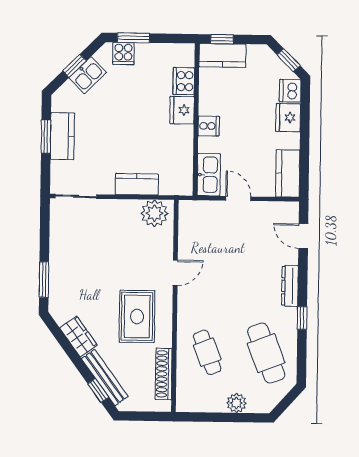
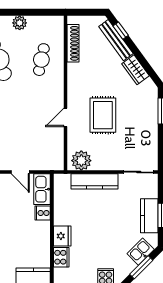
window: (74, 66) -> (141, 267), width x1.50
kitchen sink: (88, 75) -> (141, 252), moved
cooker: (209, 126) -> (43, 213), moved
kitchen counter: (137, 184) -> (95, 181), width x1.50
rug: (137, 316) -> (103, 115), moved
cafe table: (207, 352) -> (41, 60), turned 33

